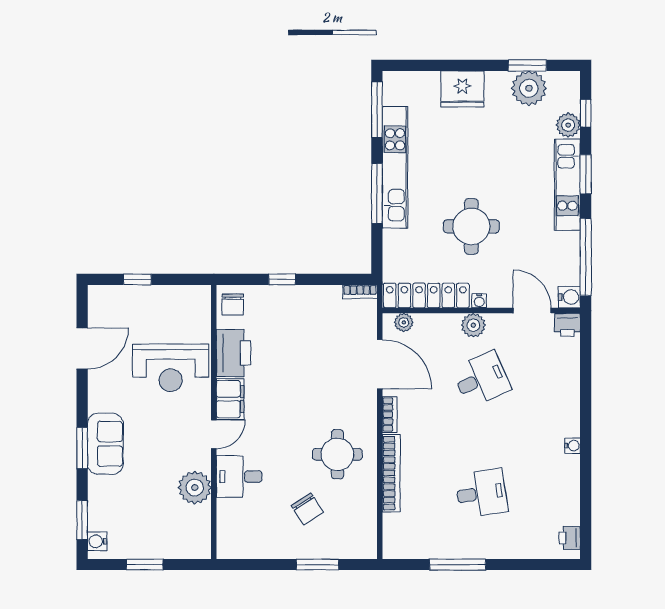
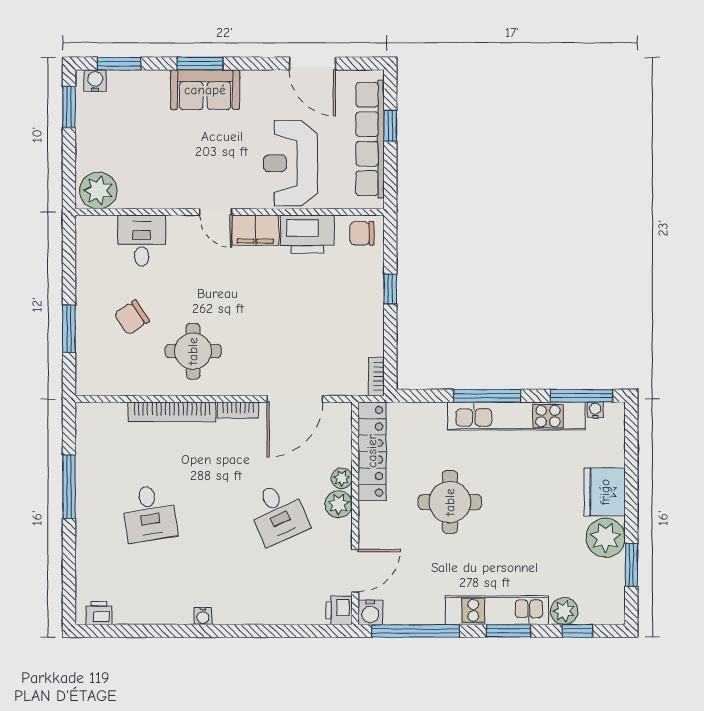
plant: (529, 88) -> (606, 538), moved
row of seats: (149, 297) -> (370, 139), added
water cooler: (479, 301) -> (595, 410), moved, turned 90
plant: (404, 322) -> (342, 478), moved
desk: (239, 477) -> (142, 241), moved
plant: (195, 488) -> (98, 190), moved
window: (145, 565) -> (69, 107), moved

